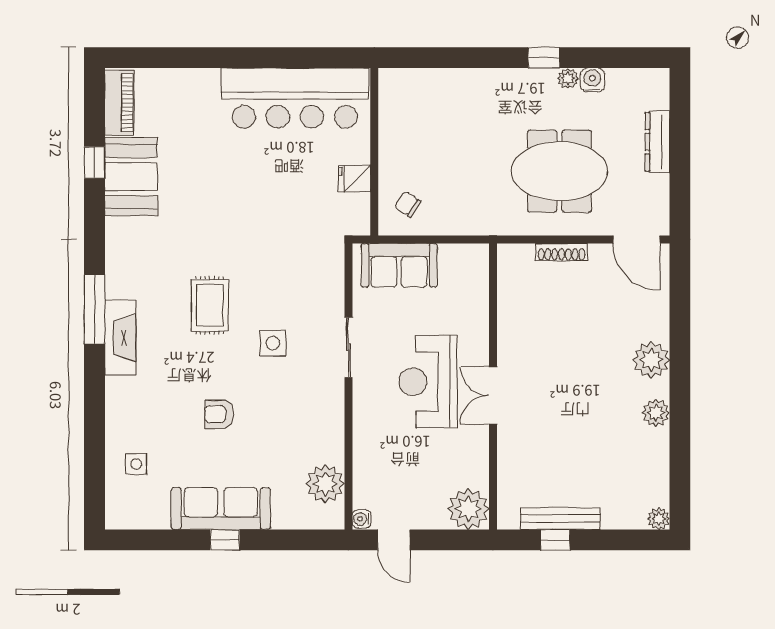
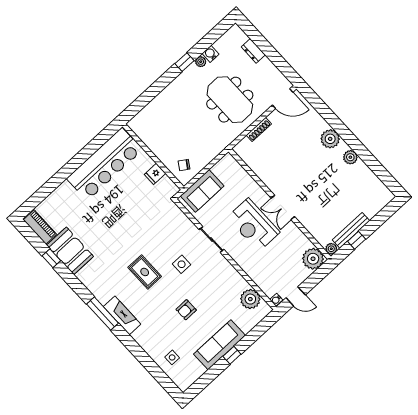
dresser: (657, 142) -> (253, 51), width x0.70
meeting table: (559, 171) -> (230, 100), turned 90
plant: (659, 519) -> (331, 249), moved

